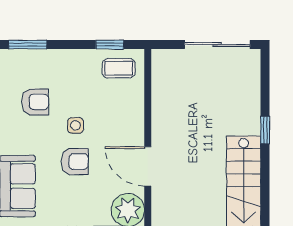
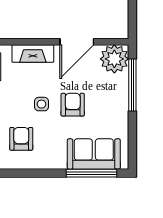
fireplace: (134, 115) -> (33, 53), added

